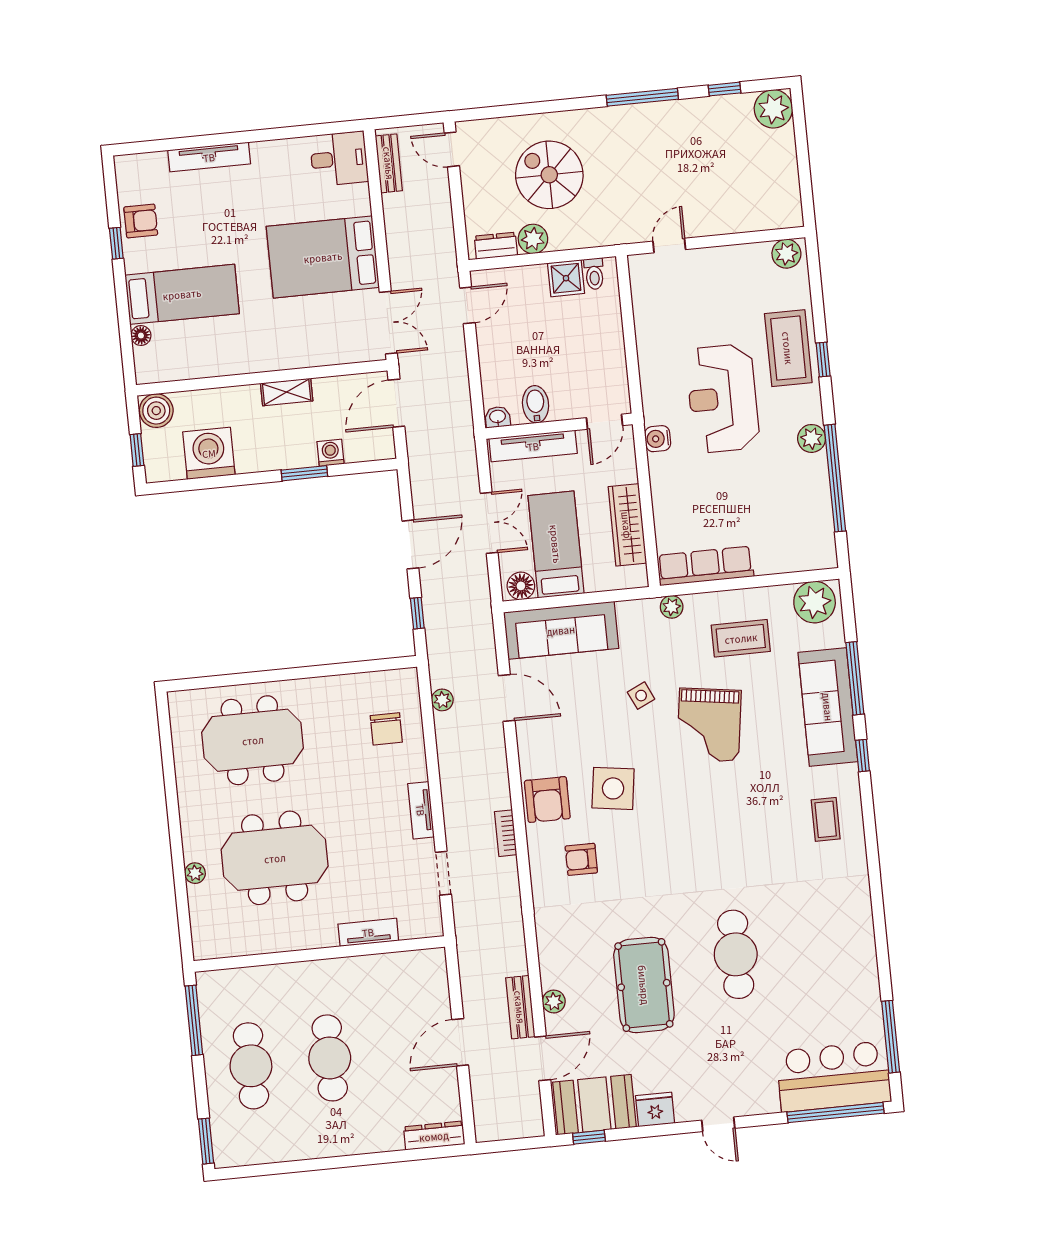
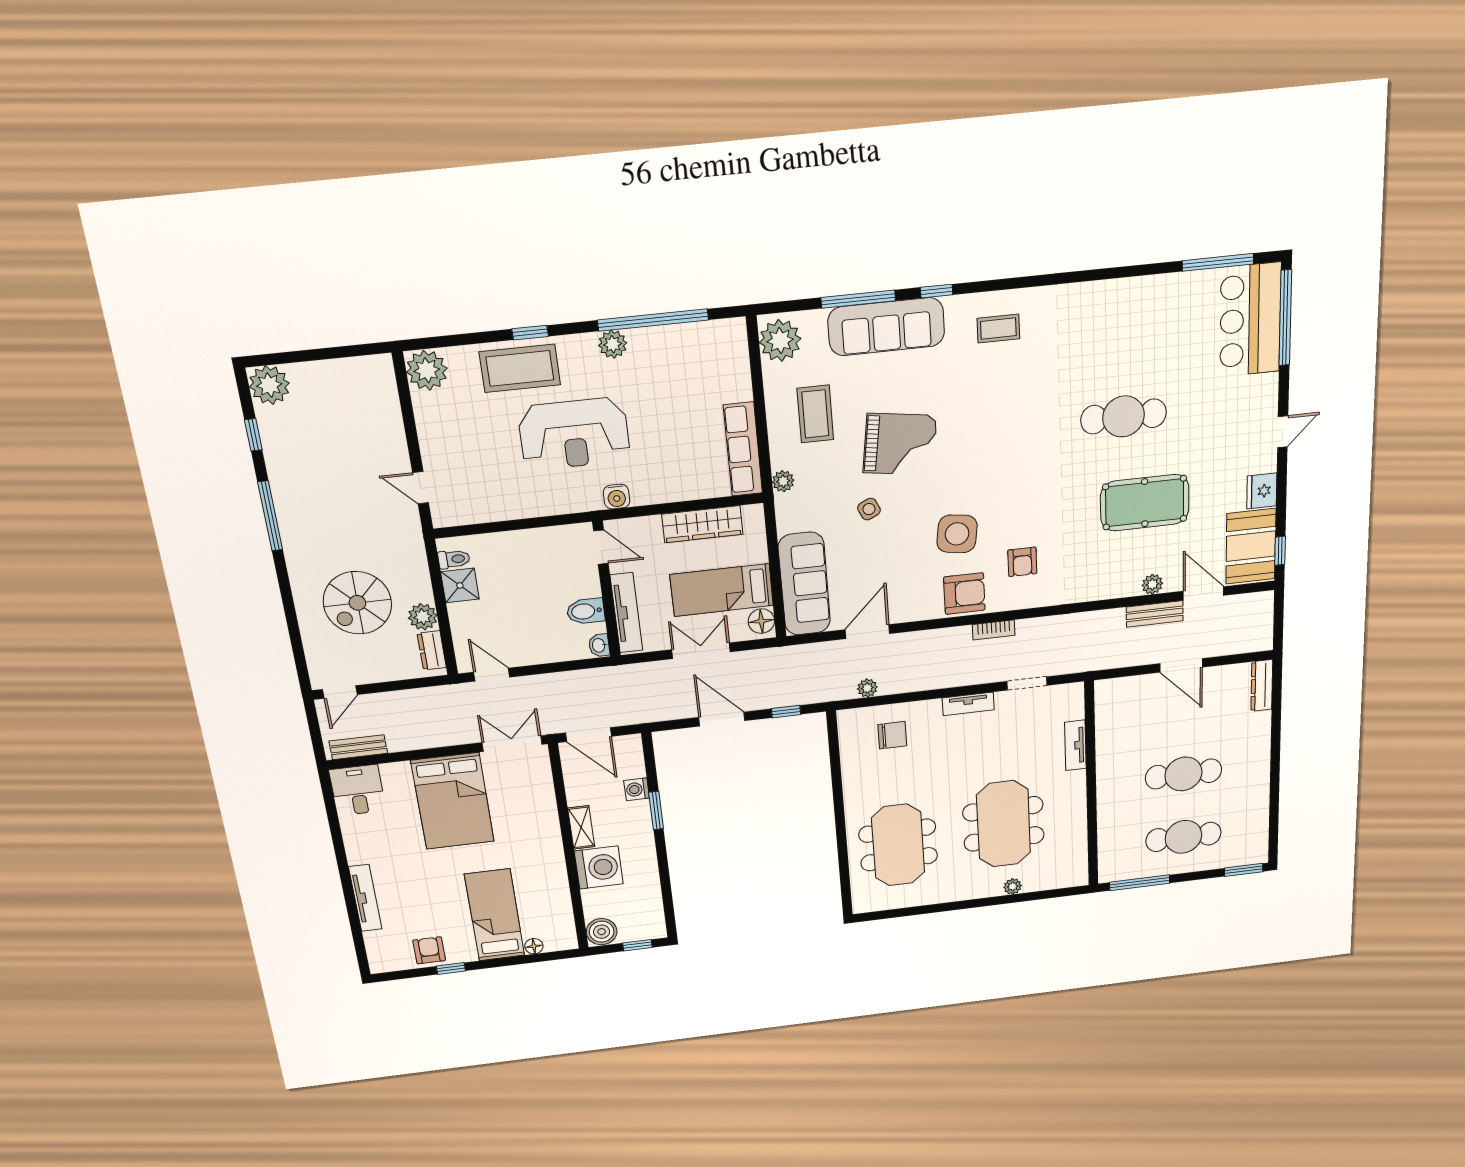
plant: (786, 254) -> (427, 370), width x1.36, depth x1.36
washing machine: (209, 453) -> (599, 867), moved, turned 180

